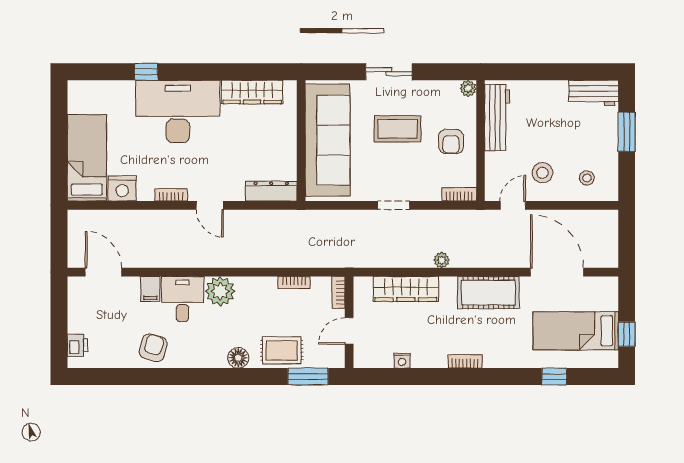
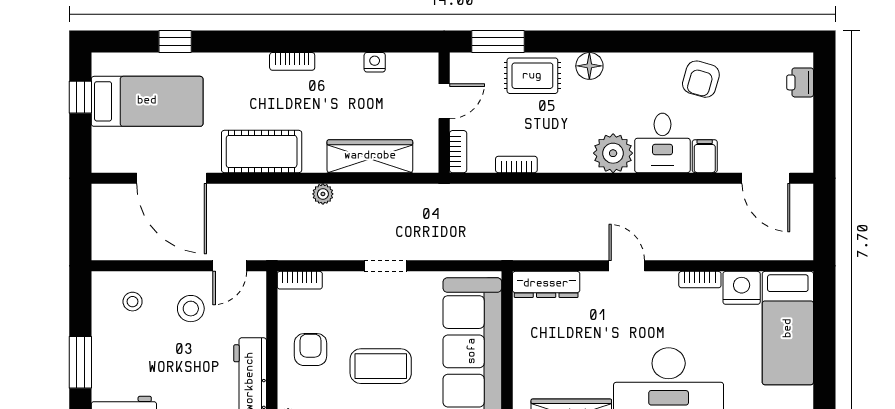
bookcase: (171, 195) -> (700, 280), moved

